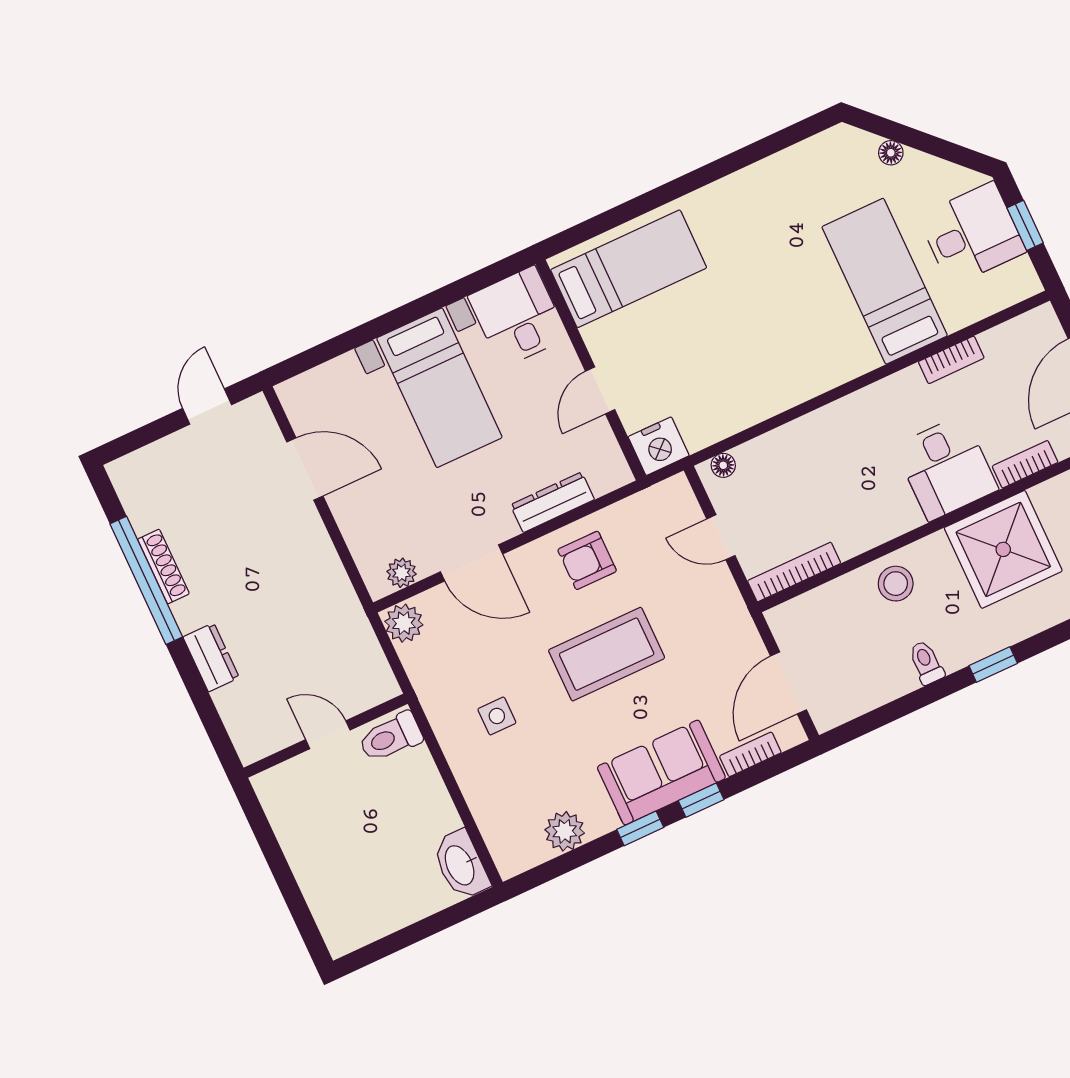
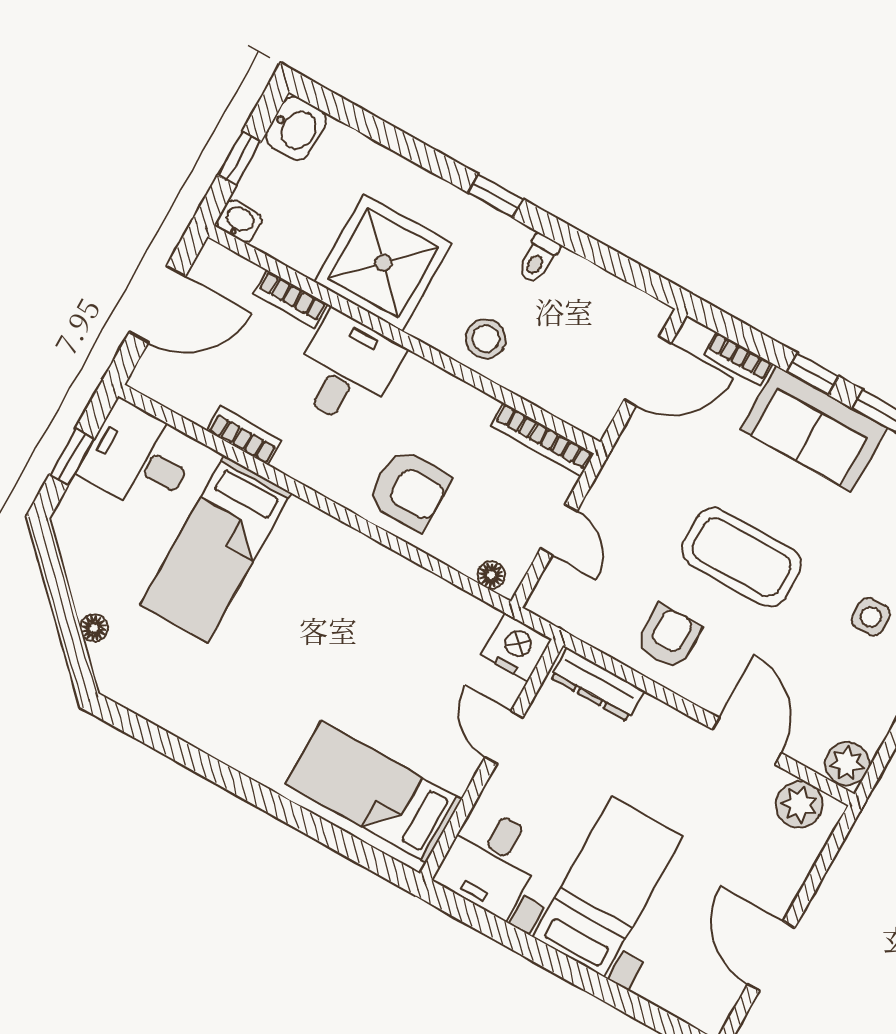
desk: (972, 234) -> (138, 458), moved
door: (600, 390) -> (504, 737), swing flipped
armchair: (827, 450) -> (409, 490), added
dresser: (552, 502) -> (597, 684), moved
armchair: (587, 560) -> (668, 637), turned -90
plant: (402, 573) -> (799, 804), width x1.38, depth x1.38

